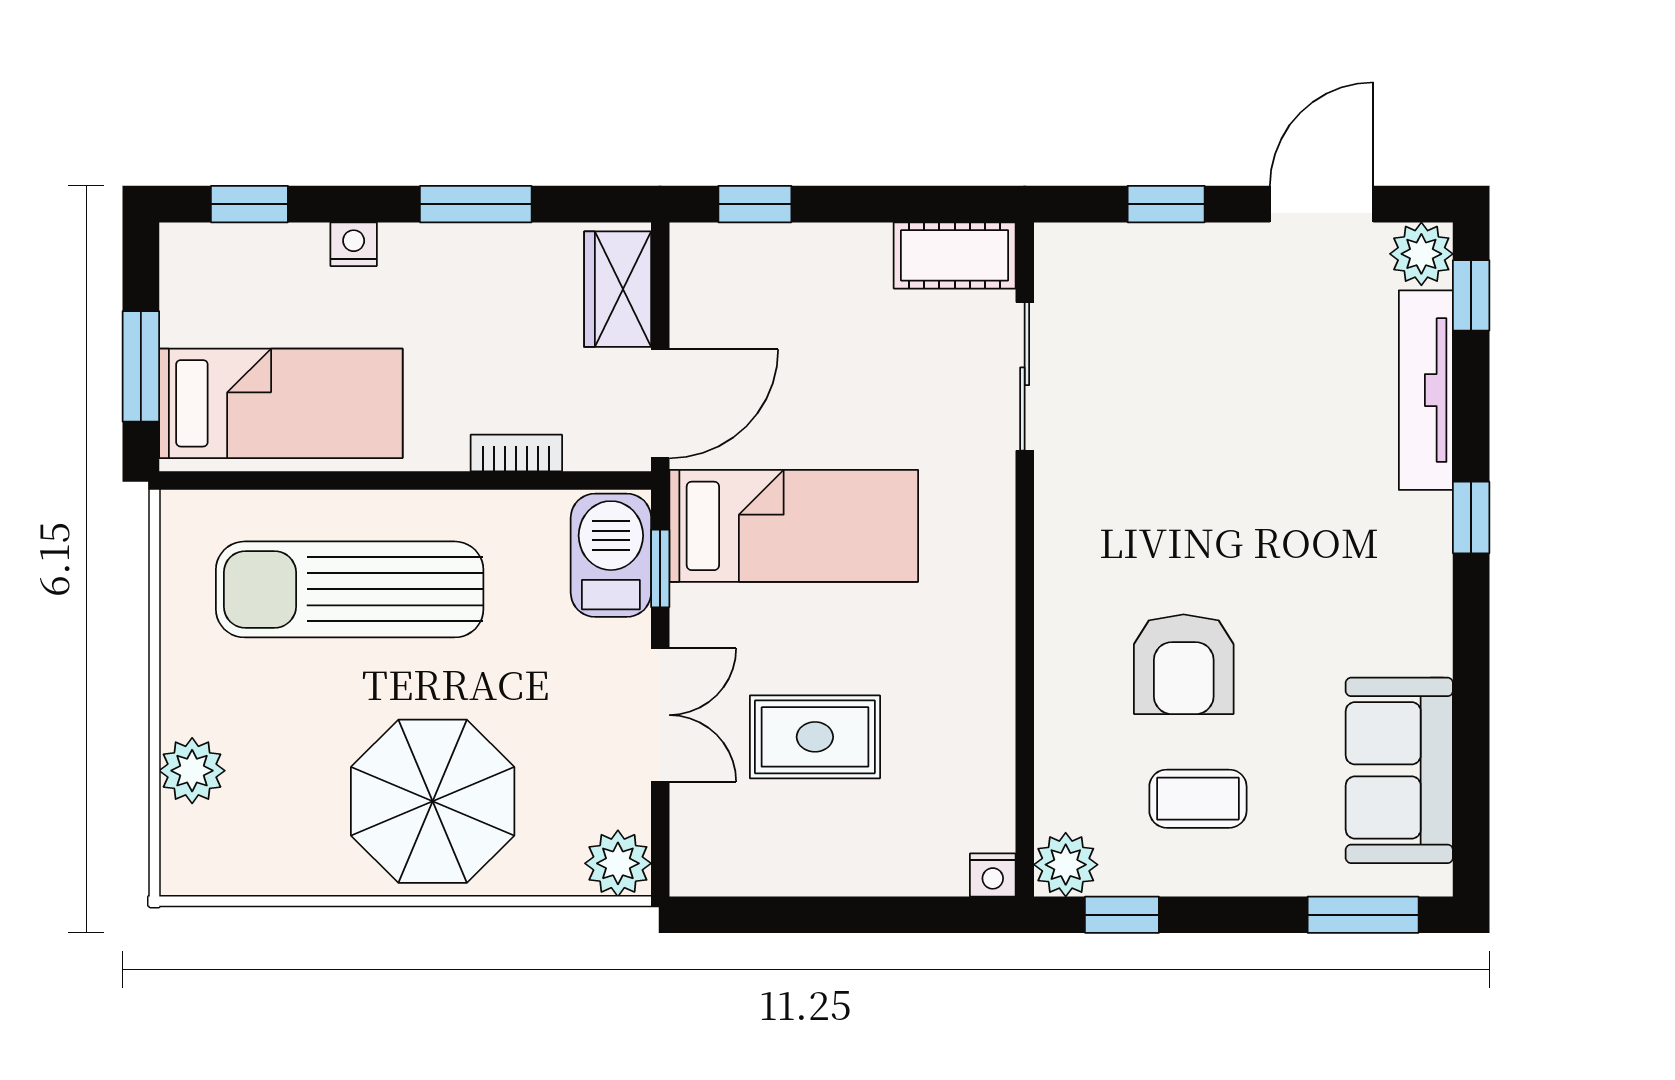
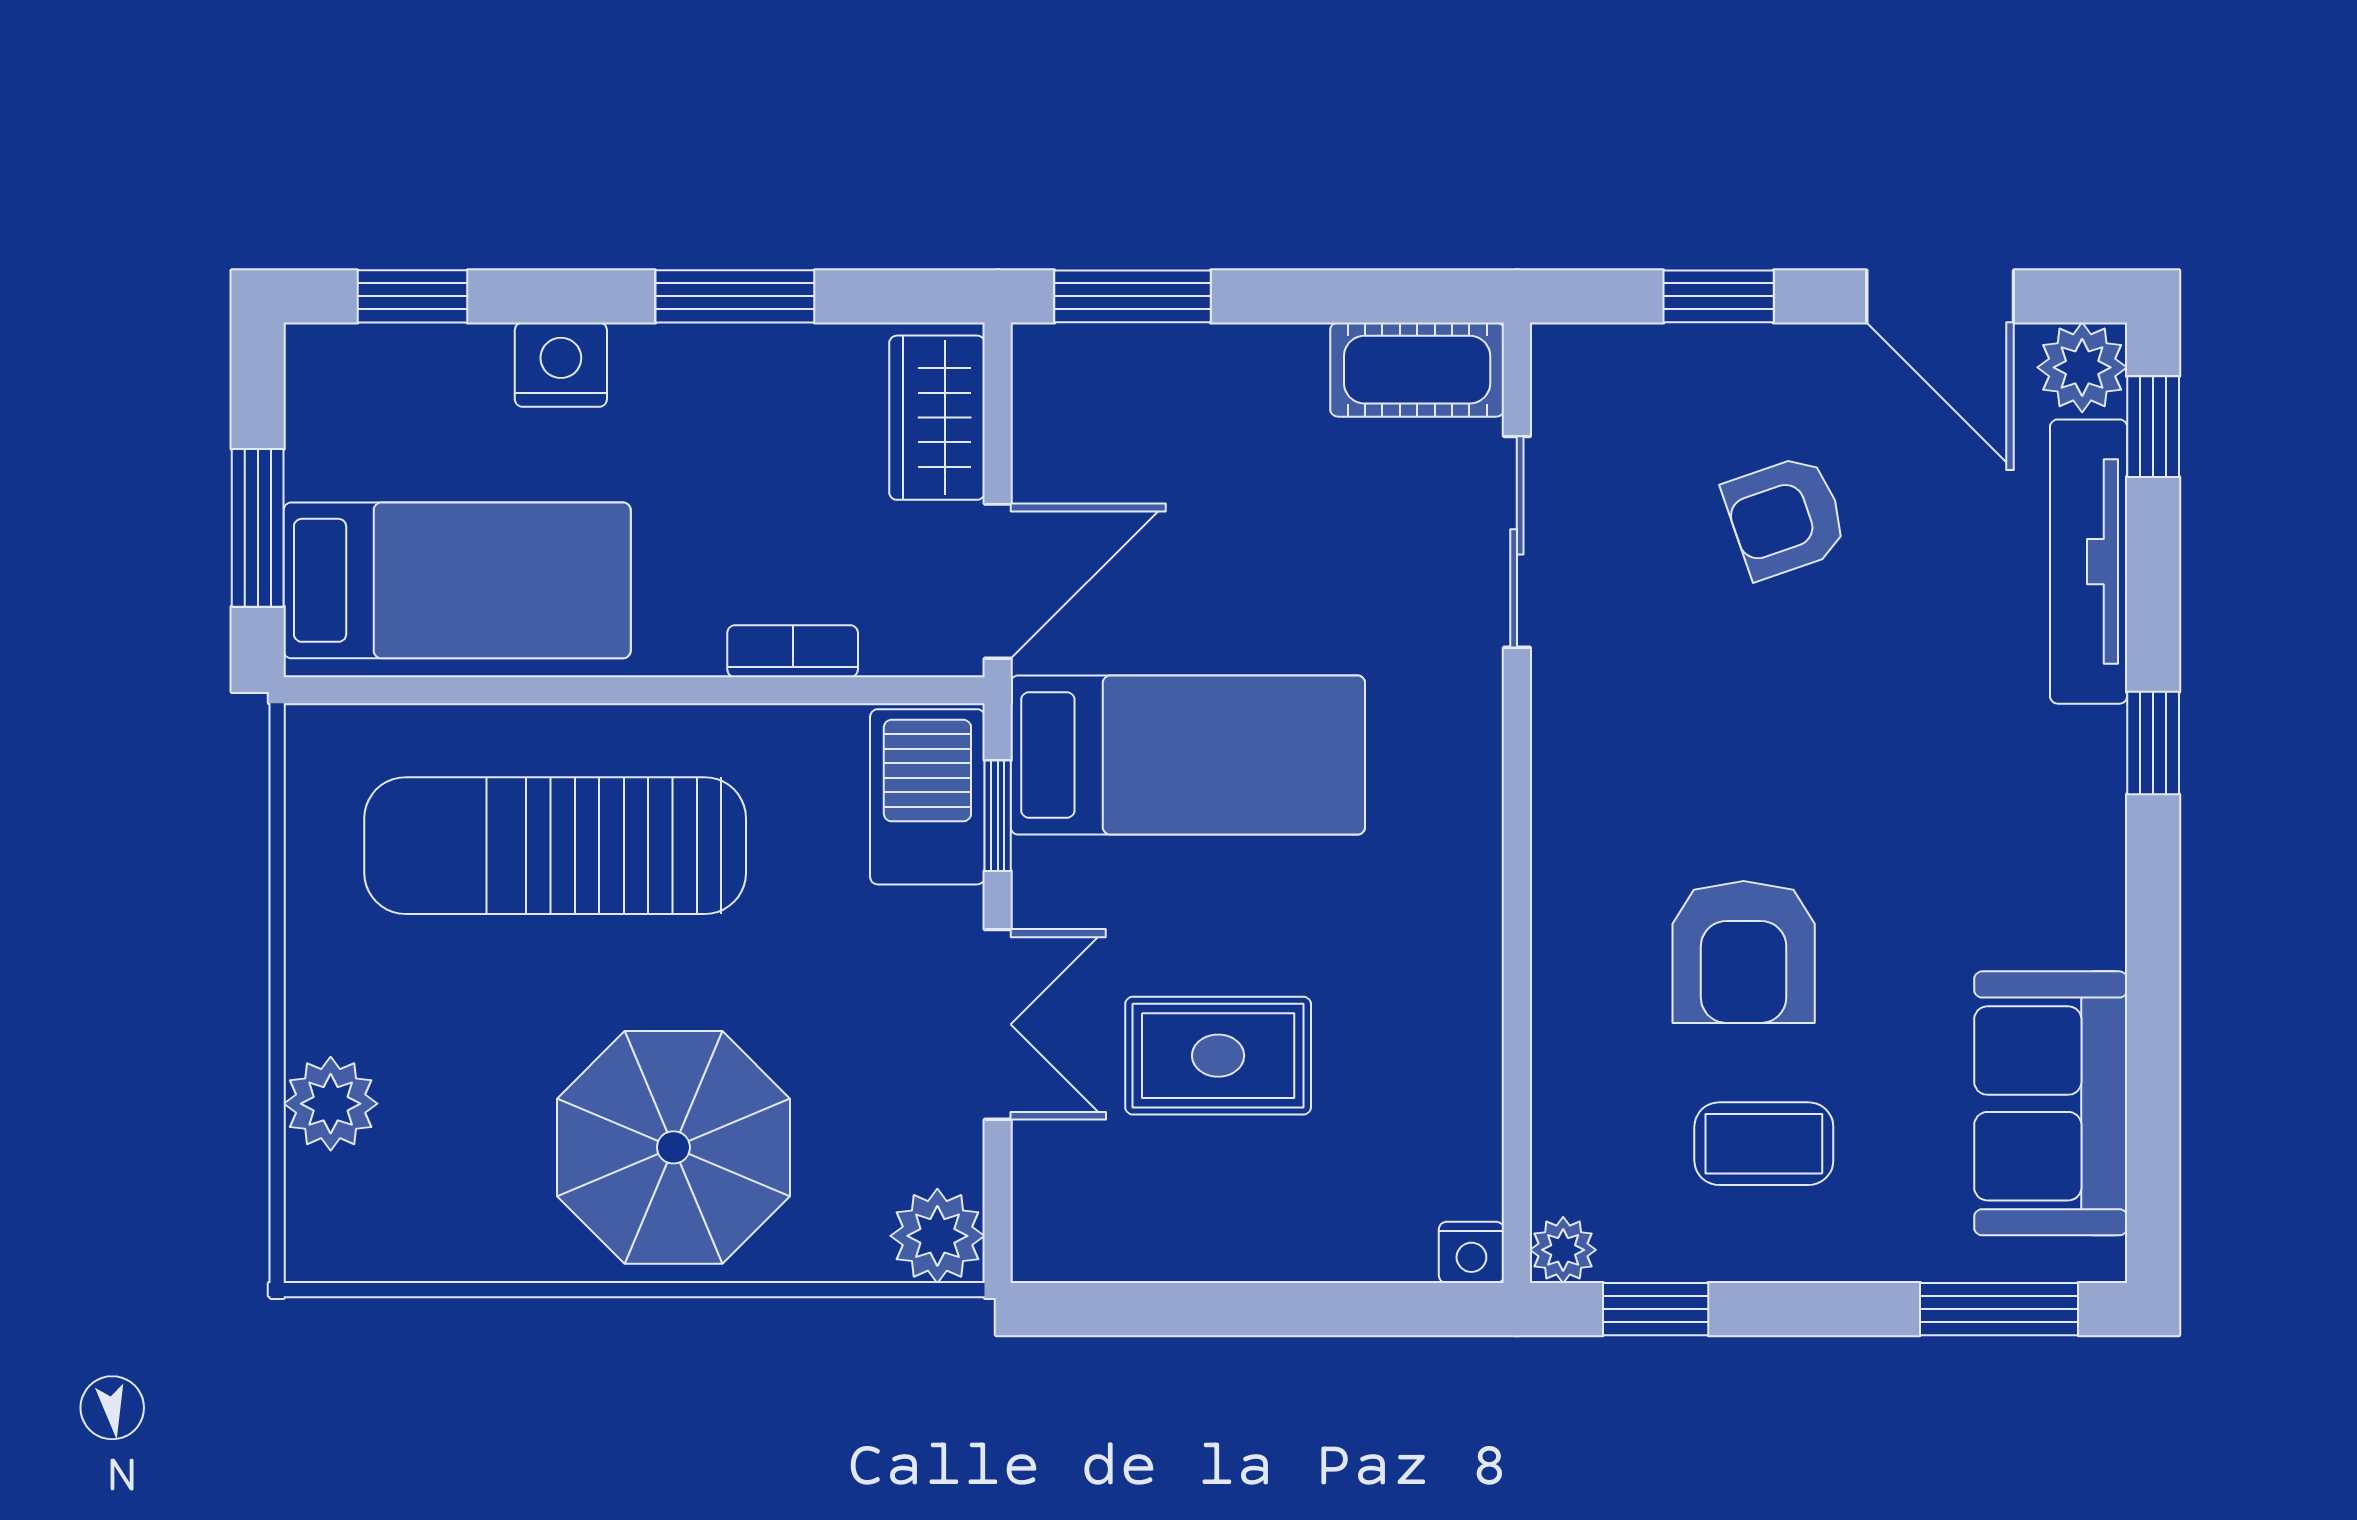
window: (755, 204) -> (1133, 296), width x1.50
door: (1322, 204) -> (1940, 296), swing flipped
nightstand: (354, 244) -> (561, 365), width x1.39, depth x1.35
armchair: (1213, 359) -> (1785, 517), added
plant: (1066, 865) -> (1563, 1250), width x0.73, depth x0.73

